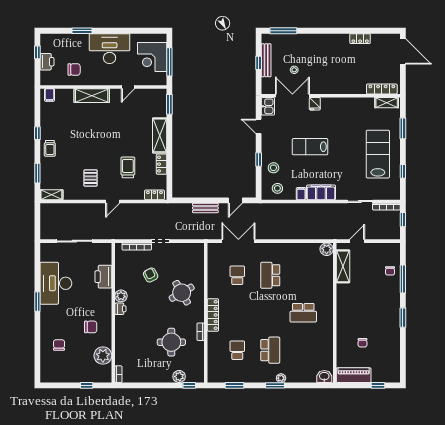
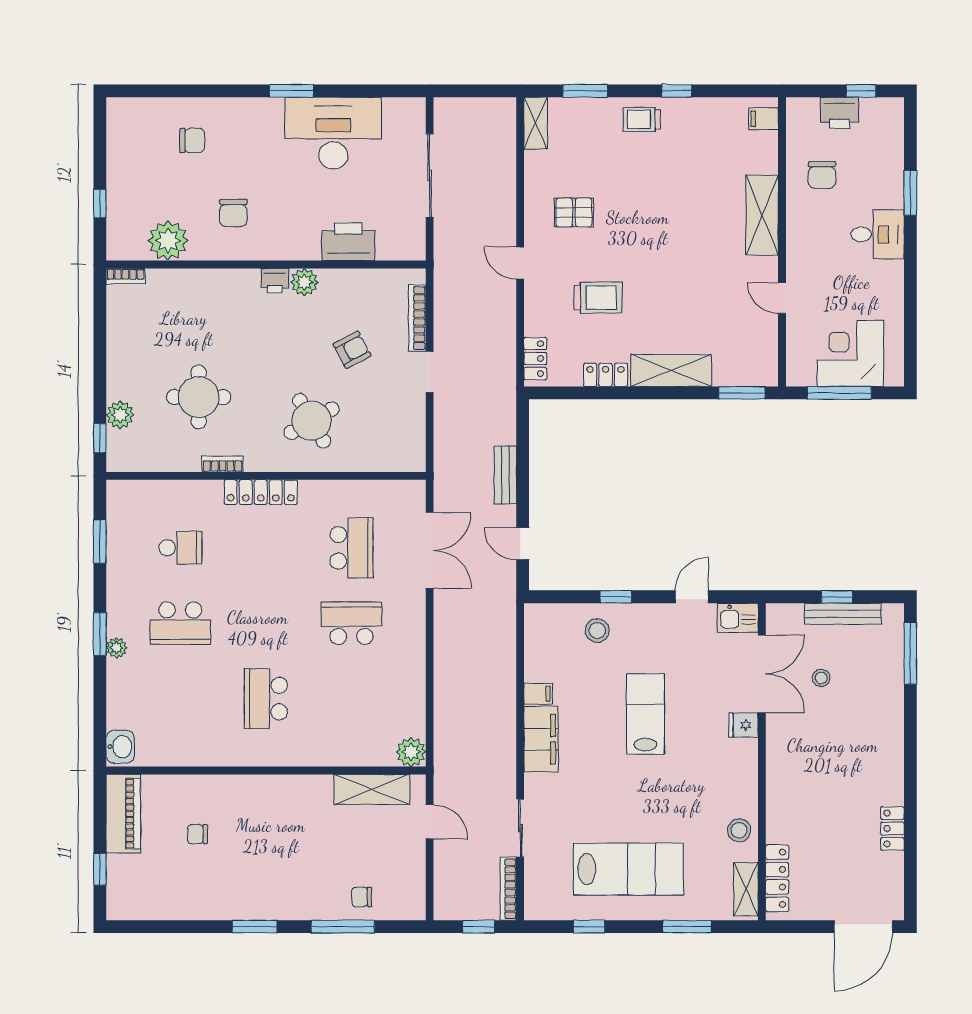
desk: (110, 49) -> (878, 234), width x0.53, depth x0.77
stool: (277, 188) -> (739, 830), moved
school desk: (237, 275) -> (352, 548), width x1.85

